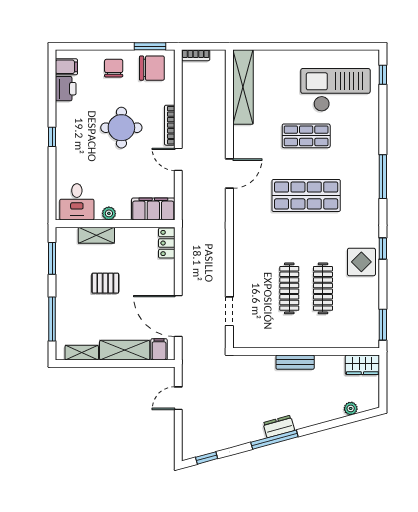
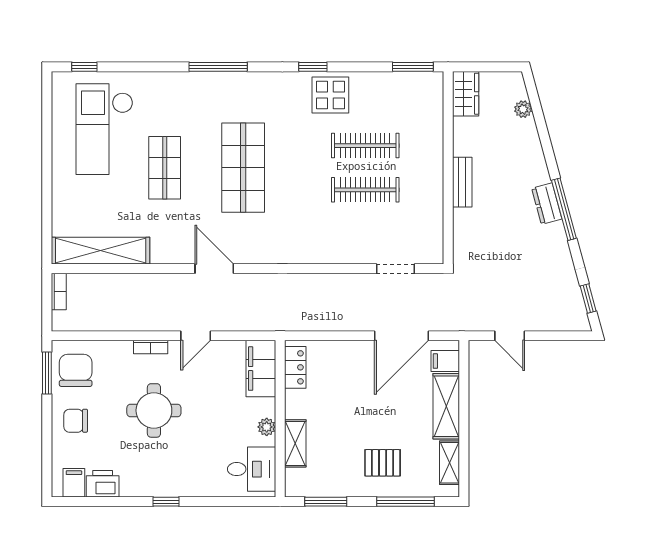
bookcase: (196, 55) -> (59, 291), moved
bookcase: (170, 125) -> (151, 347), width x0.64
locker: (167, 243) -> (295, 367), moved, turned -90
pallet: (105, 283) -> (383, 463), moved, turned 90

